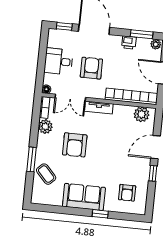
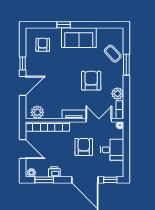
armchair: (91, 68) -> (84, 147), turned 180

